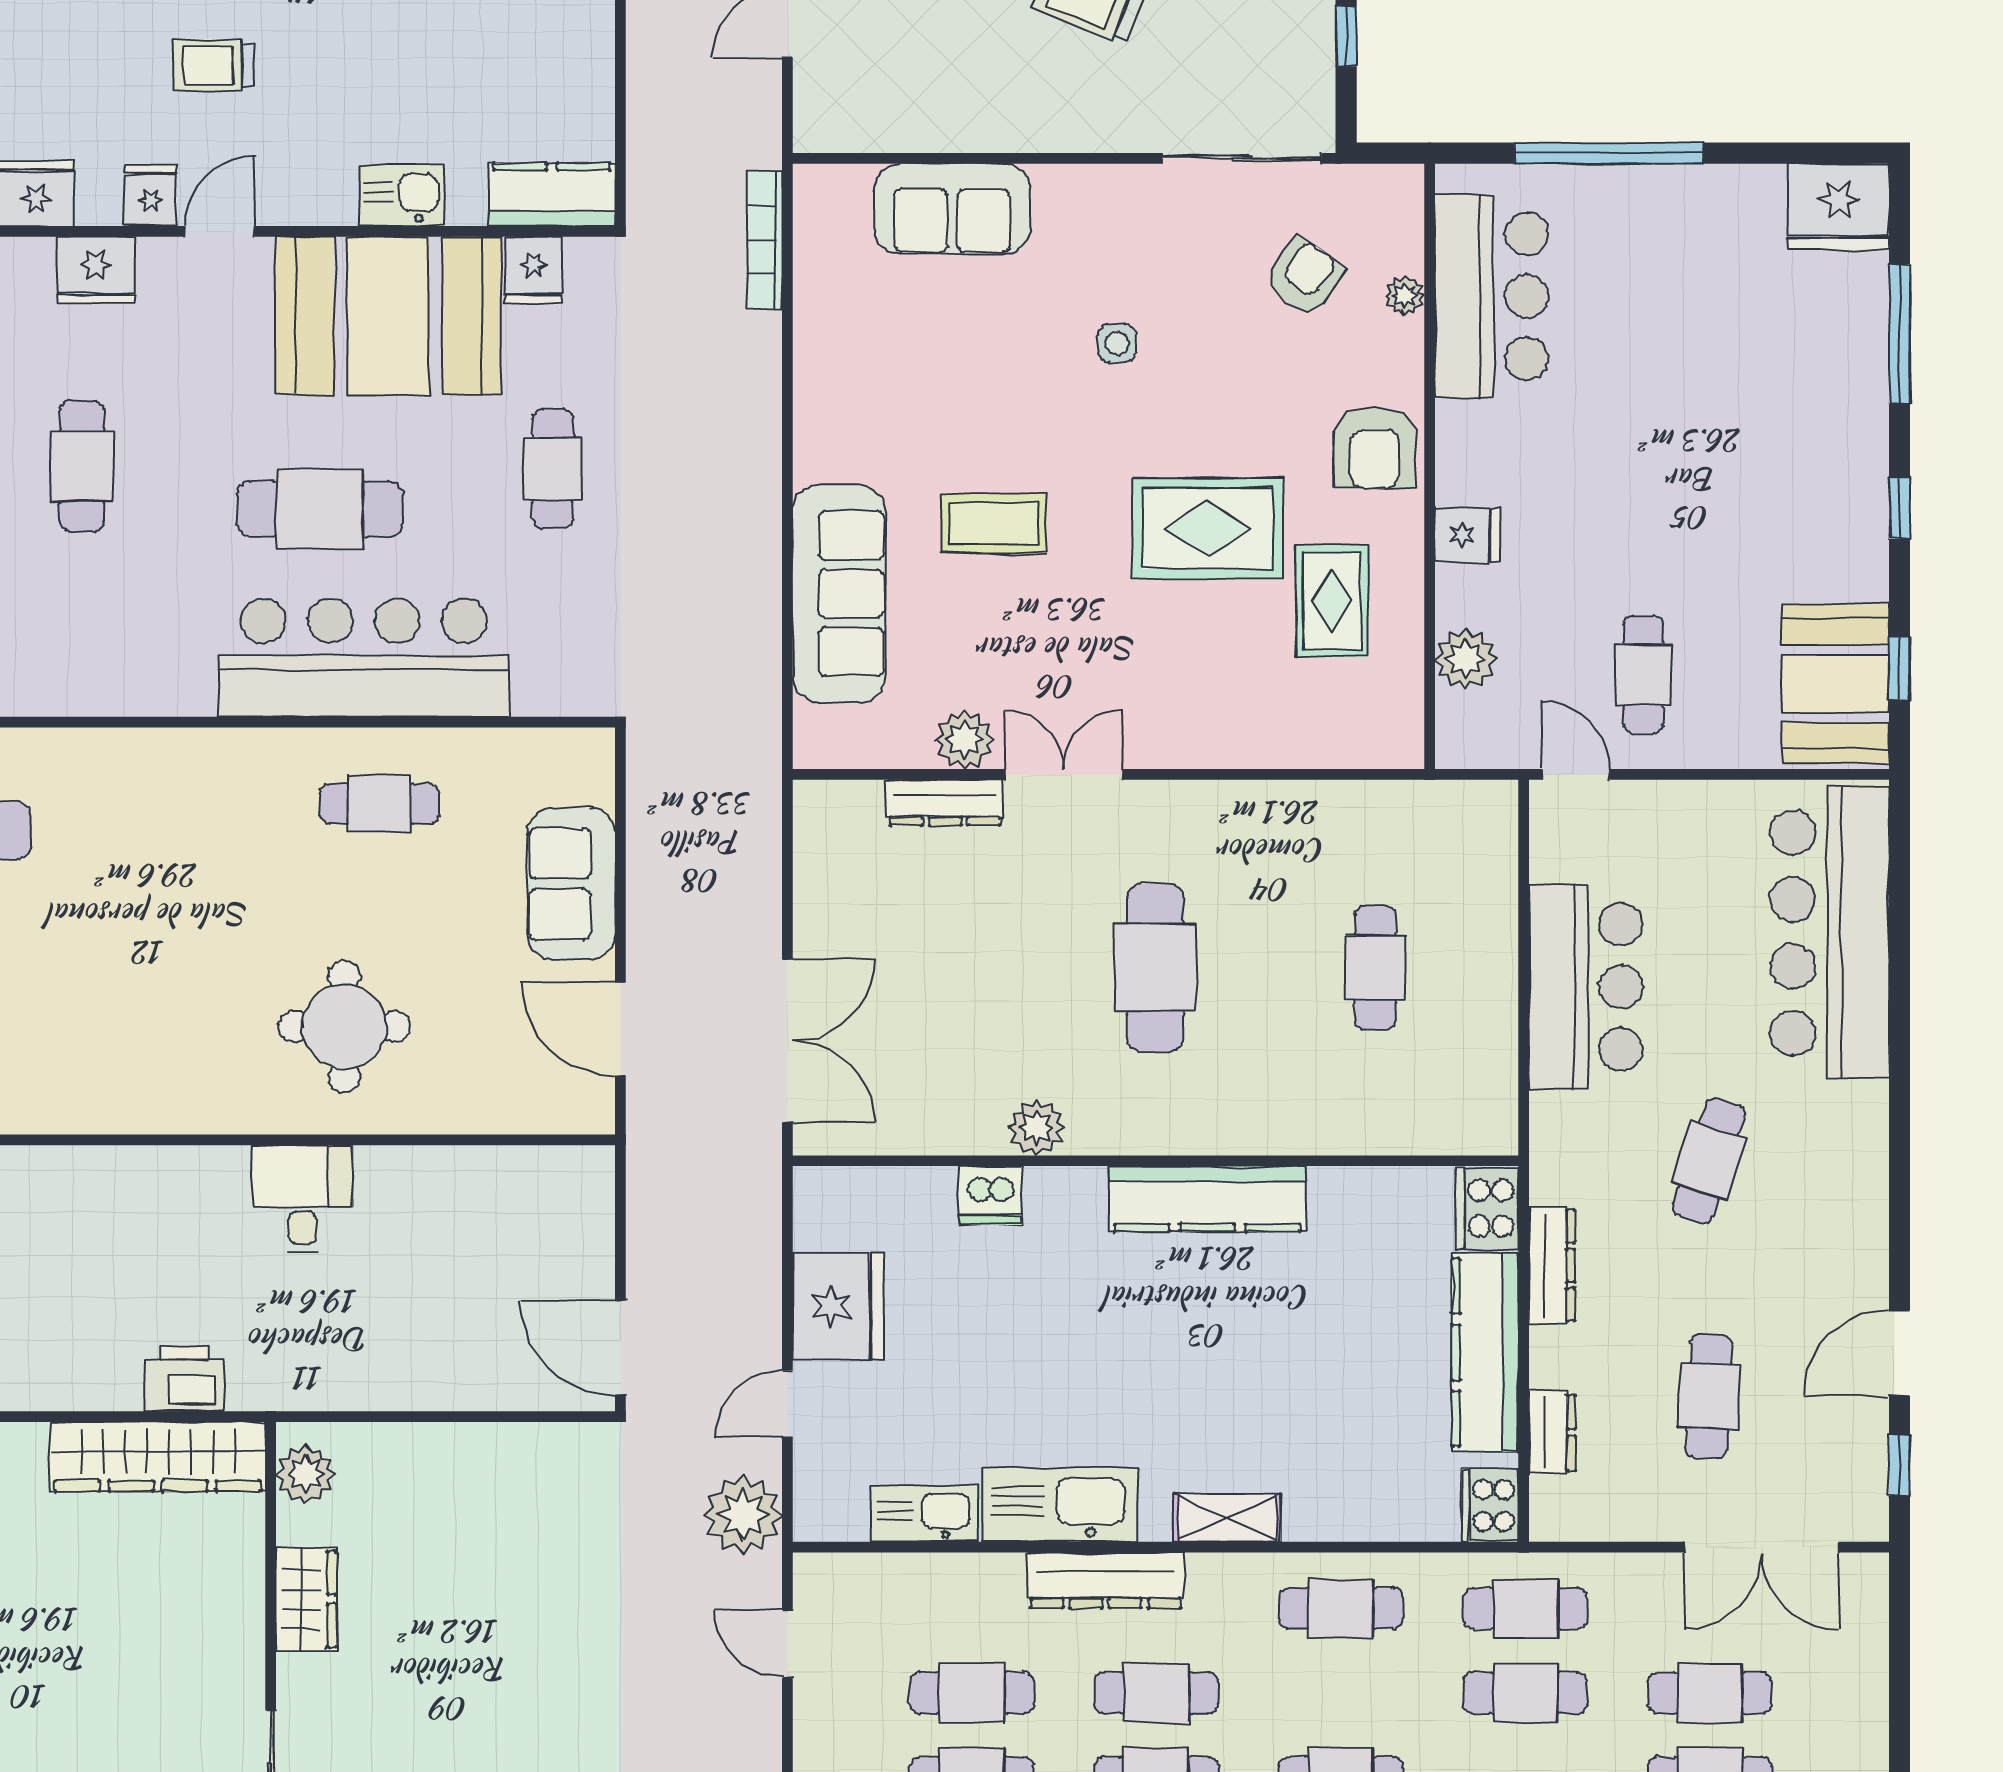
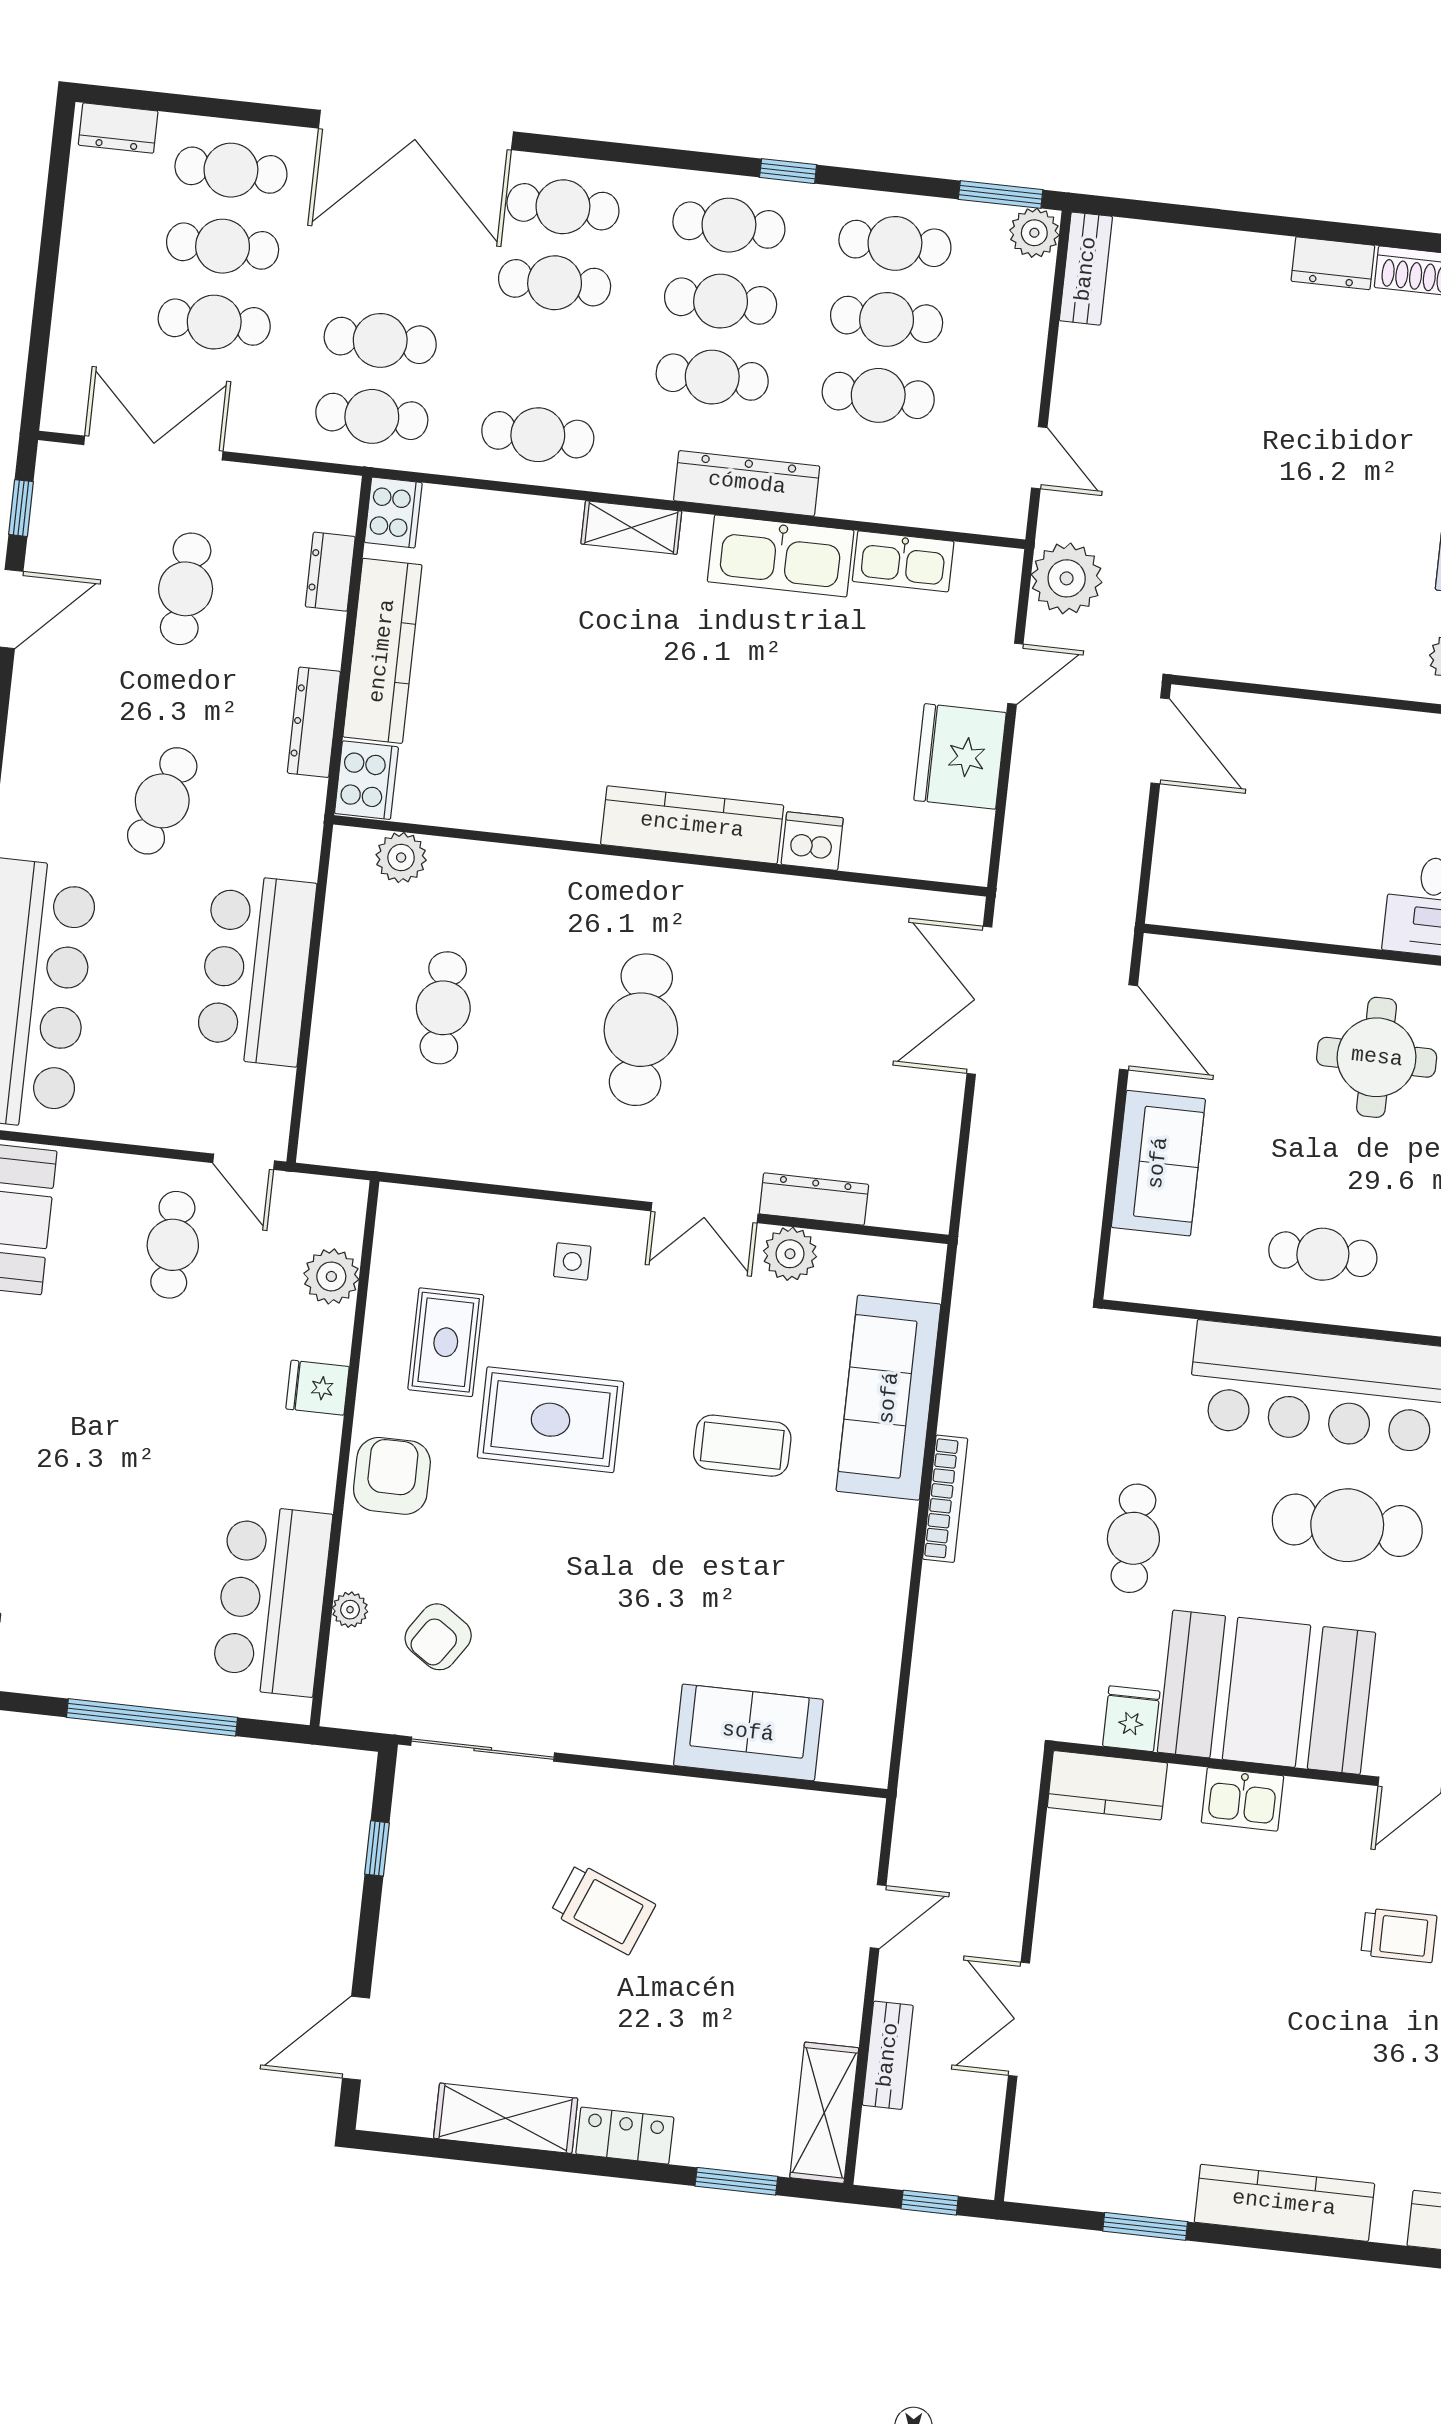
bookcase: (765, 240) -> (945, 1499), moved
side table: (1117, 343) -> (572, 1261), moved
plant: (1037, 1128) -> (401, 858), moved
kitchen counter: (1207, 1199) -> (692, 825), moved

